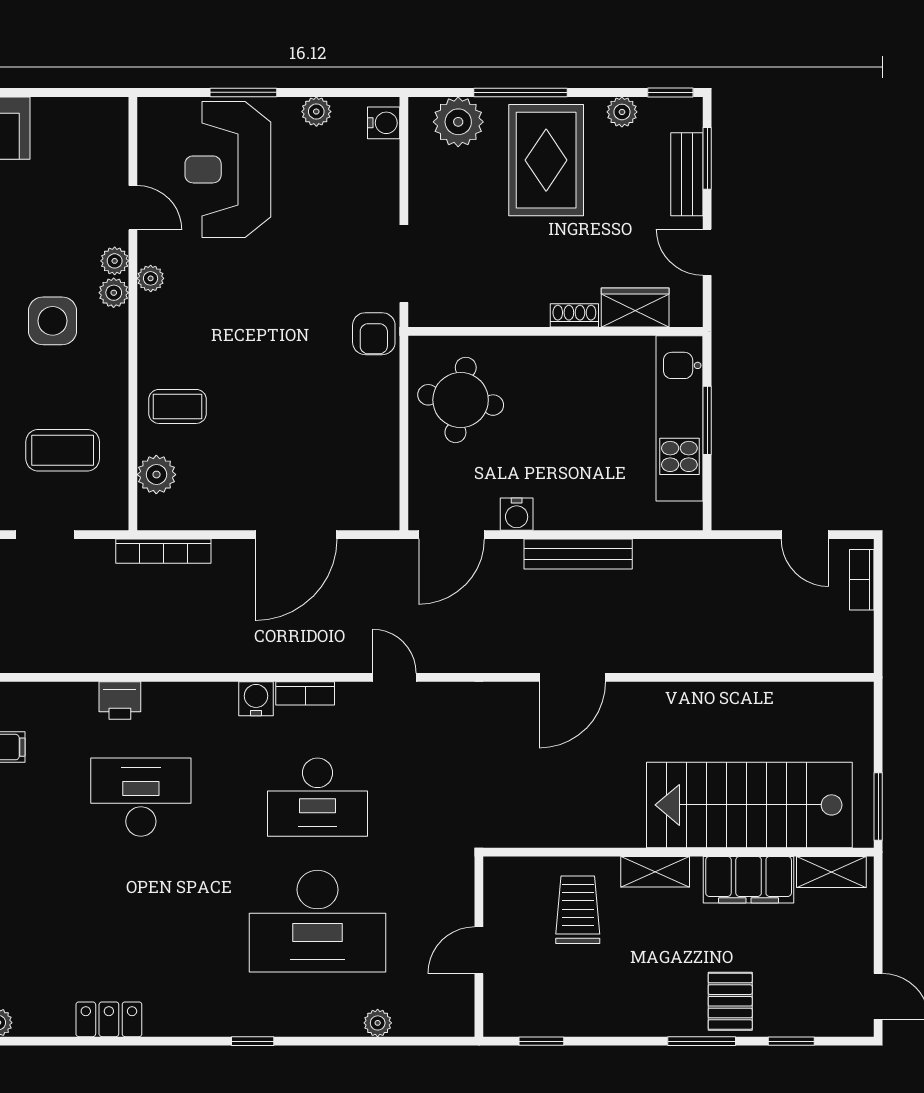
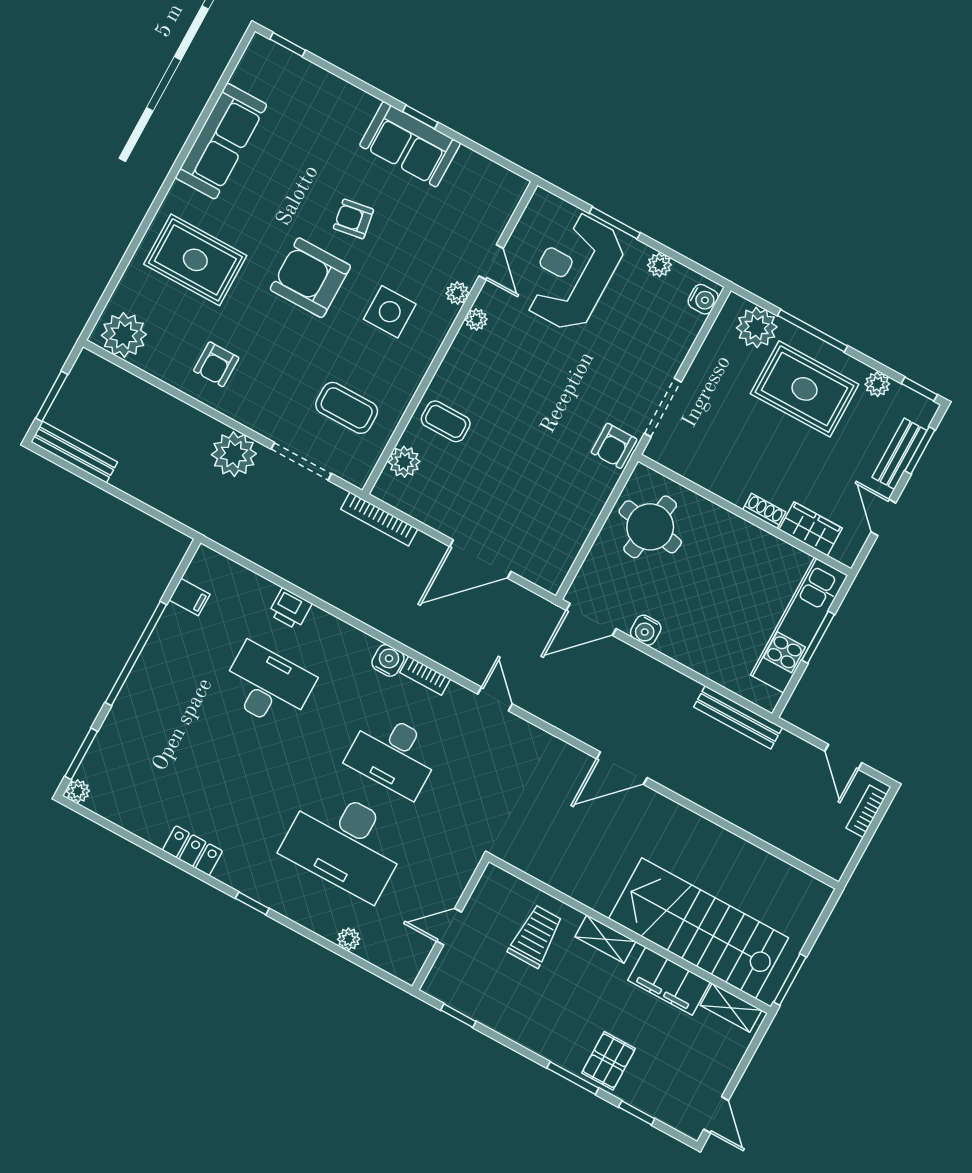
rug: (546, 160) -> (804, 389), turned 90
plant: (114, 293) -> (444, 315), removed
doorway: (45, 535) -> (301, 461), width x1.38
bench: (578, 554) -> (738, 717), moved
locker: (109, 1019) -> (192, 851), moved

